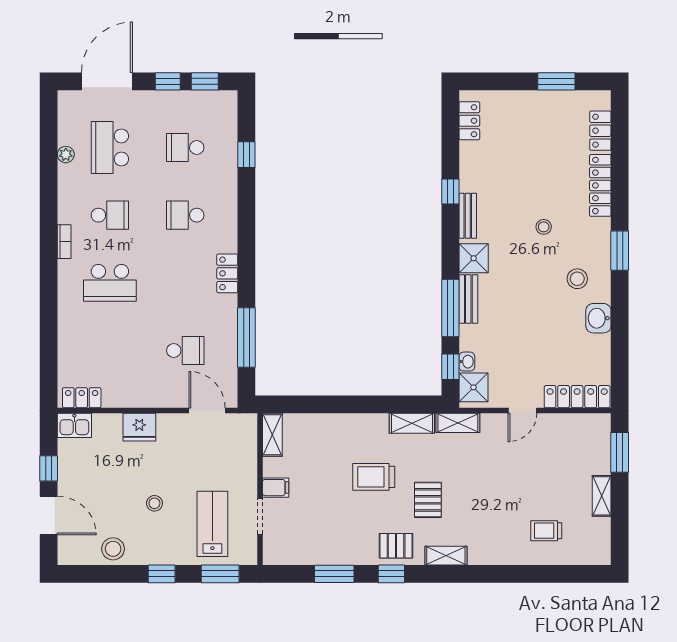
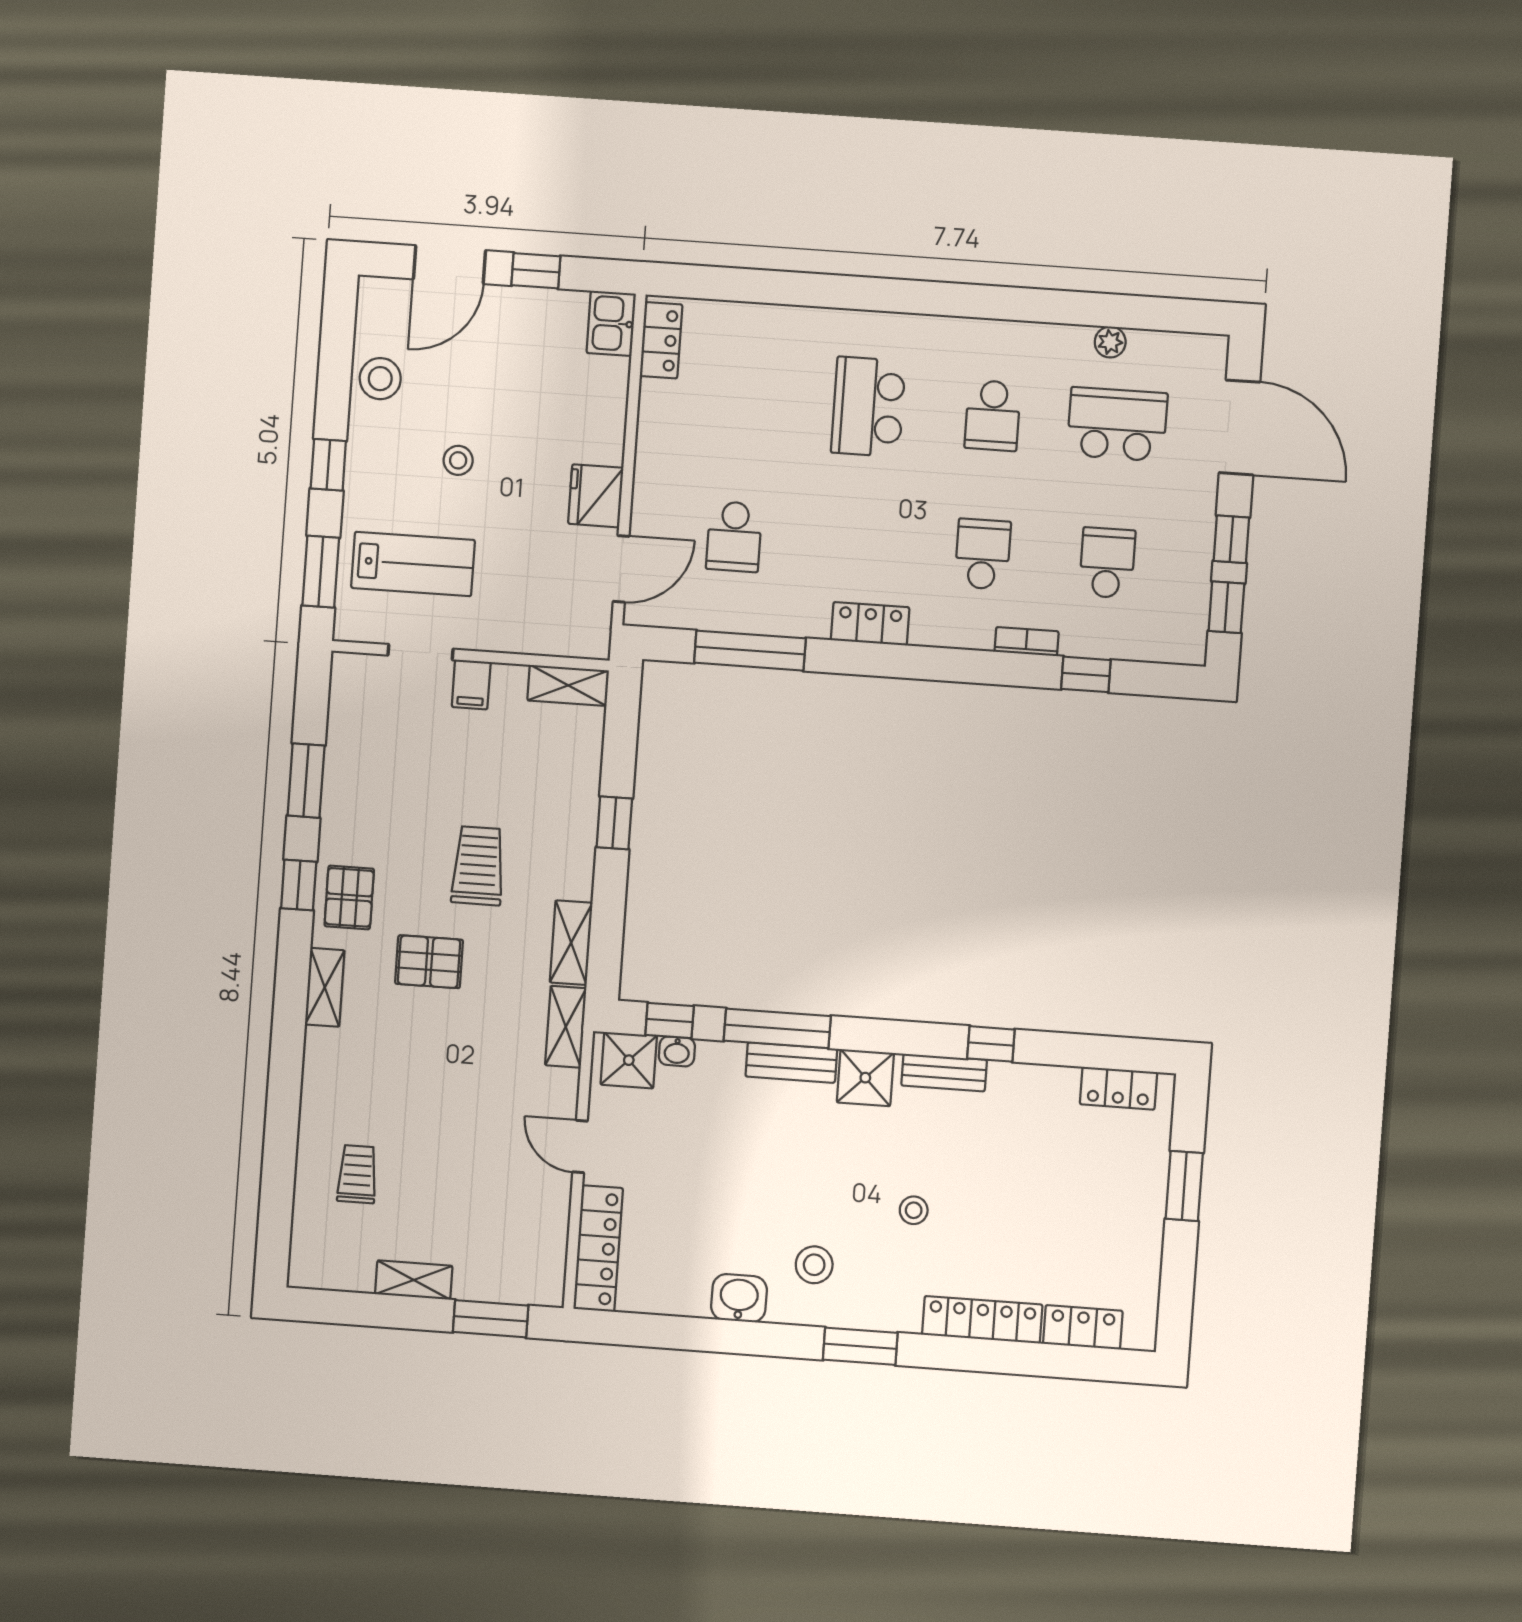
window: (556, 81) -> (1184, 1186), moved
bookcase: (64, 242) -> (1027, 642), moved, turned 180
window: (345, 404) -> (614, 823), added
fridge: (139, 427) -> (596, 496), moved

